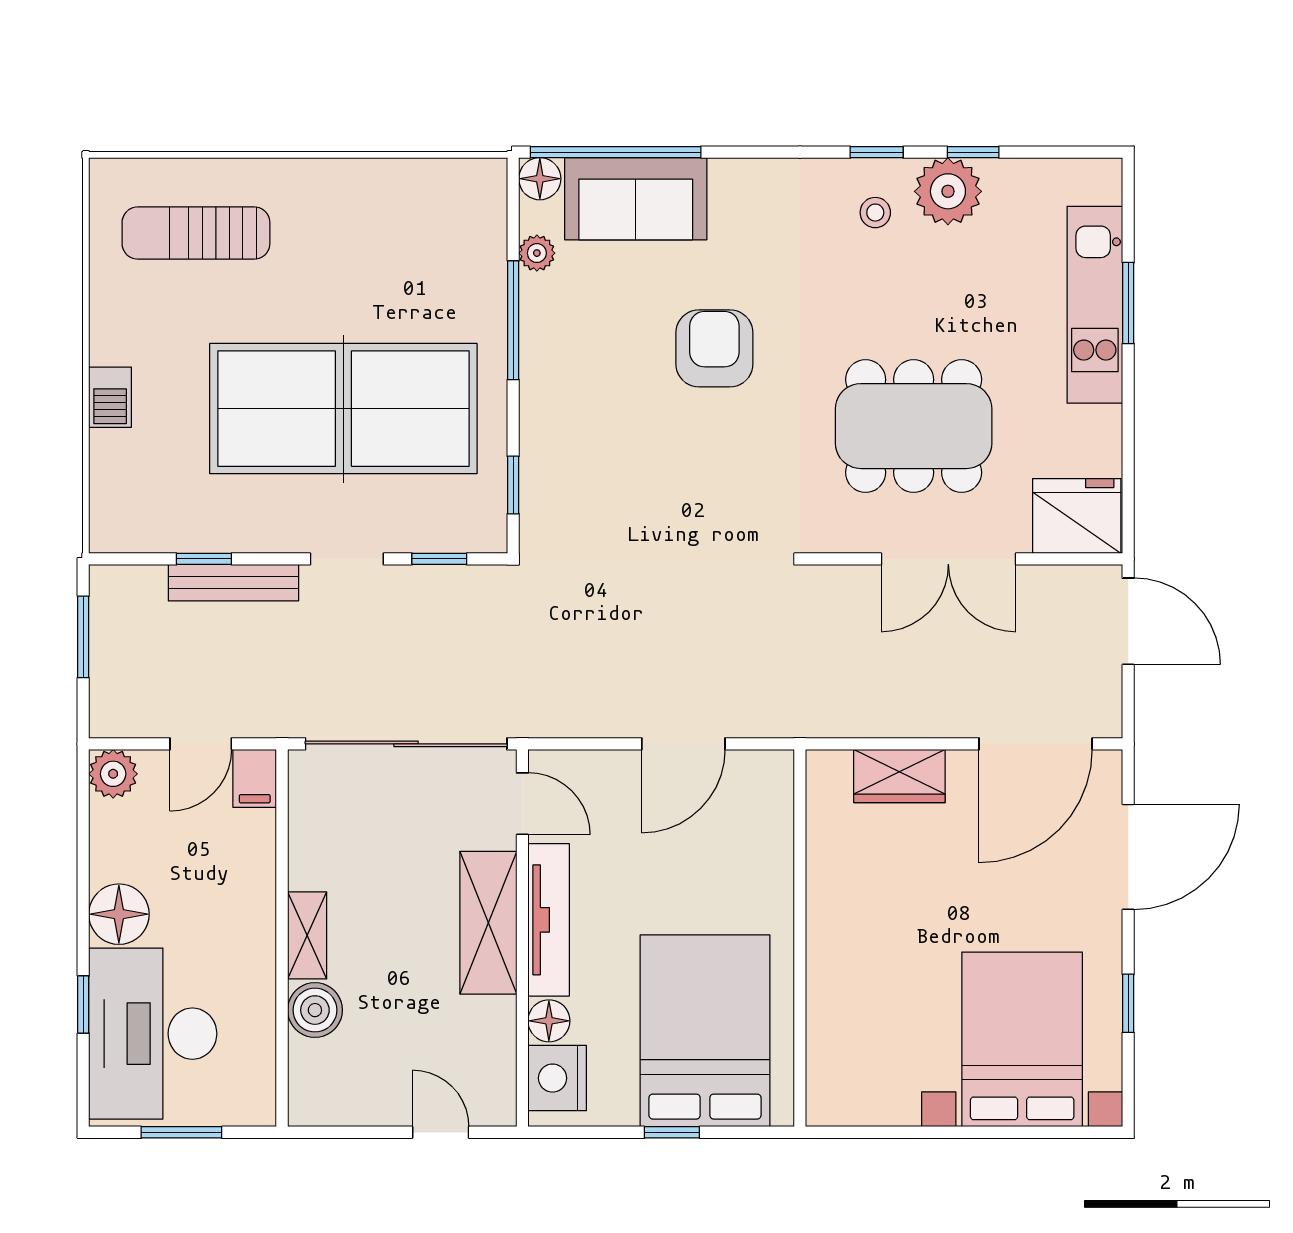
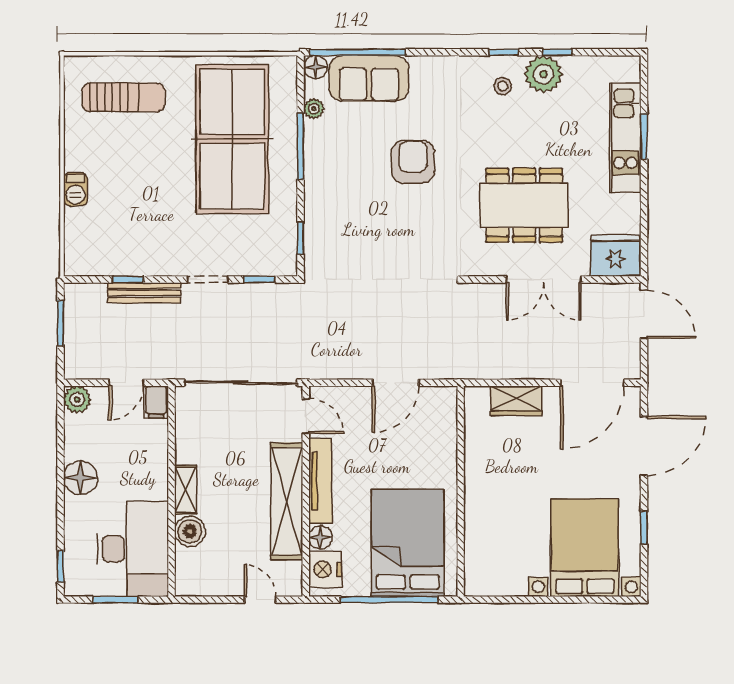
sun lounger: (196, 233) -> (123, 97), turned 180
table tennis table: (343, 409) -> (232, 139), moved, turned 90
shelving: (488, 923) -> (287, 501), width x1.47
window: (83, 1005) -> (60, 566), moved
desk: (153, 1034) -> (133, 549), moved, turned 180
window: (672, 1132) -> (389, 600), width x3.17

